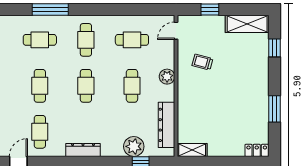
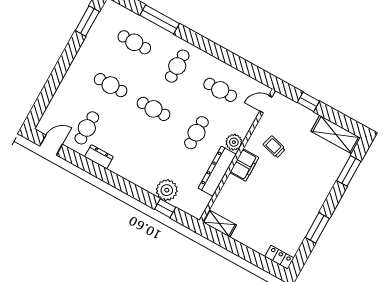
window: (275, 48) -> (349, 171), width x1.50
cafe table: (40, 86) -> (111, 85), turned 90
cafe table: (86, 86) -> (153, 109), turned 90
filing cabinet: (186, 91) -> (244, 165), added
dresser: (167, 125) -> (217, 171), moved
dresser: (83, 150) -> (99, 157), moved, width x0.70

